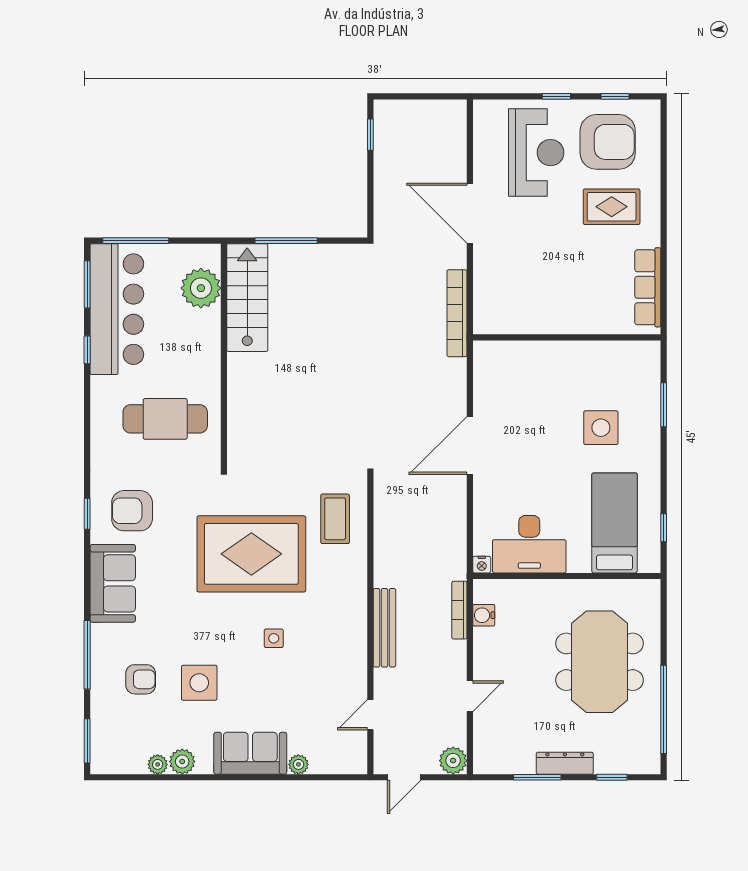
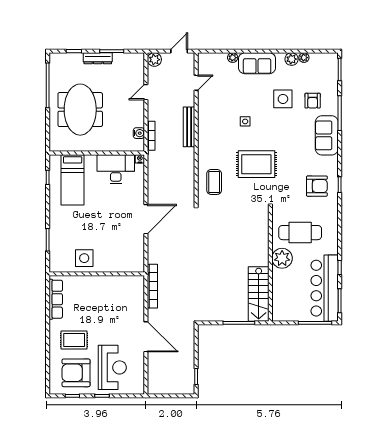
reception desk: (536, 153) -> (112, 367), turned 180
plant: (201, 288) -> (282, 258), moved
side table: (601, 428) -> (84, 258), moved
rug: (251, 554) -> (256, 164), width x0.73, depth x0.69
sofa: (113, 583) -> (327, 135), moved
armchair: (141, 679) -> (313, 101), turned -90

